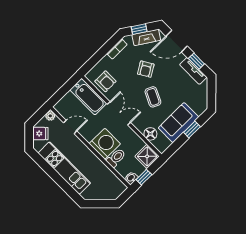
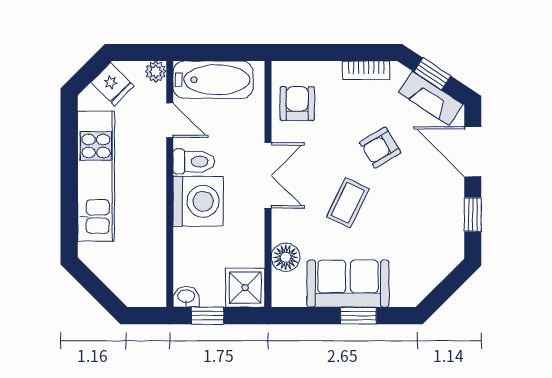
tv unit: (193, 71) -> (452, 225), removed
armchair: (105, 81) -> (297, 104), turned 180
bathtub: (88, 97) -> (213, 80), moved, turned -90
toilet: (116, 158) -> (194, 161), moved

